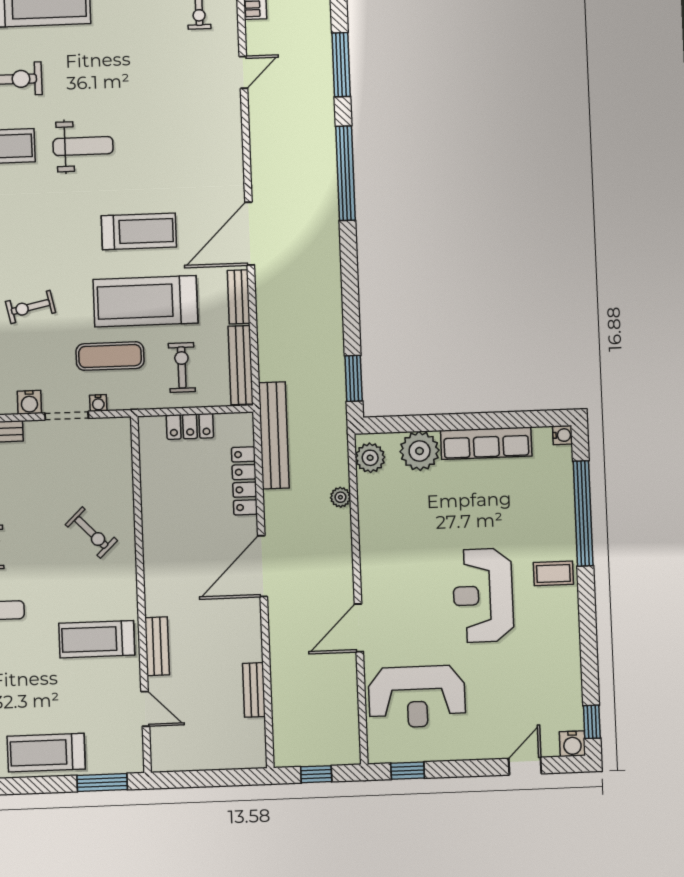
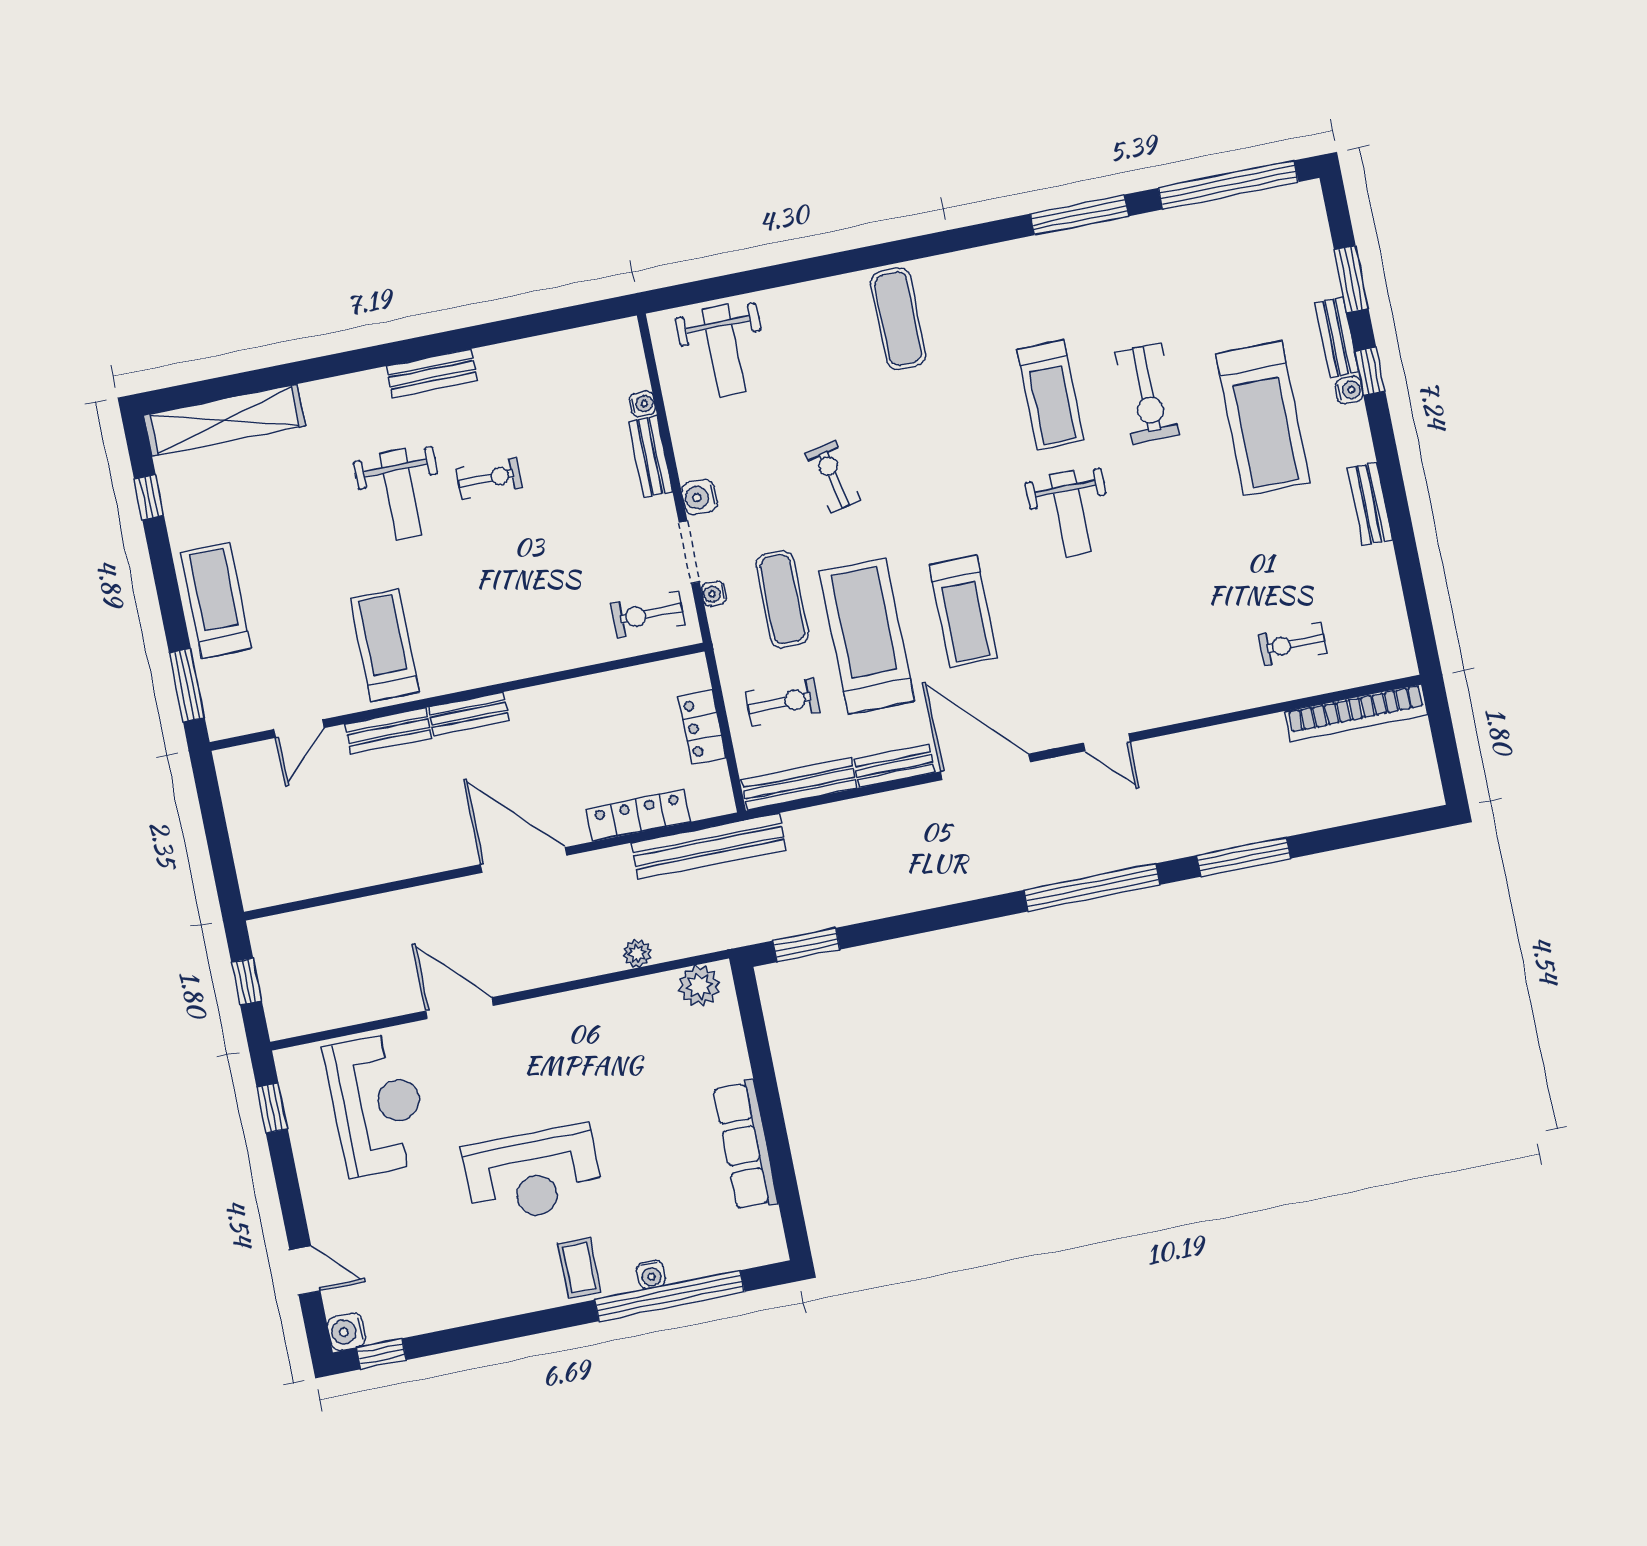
door: (243, 72) -> (1107, 742), moved
water cooler: (562, 435) -> (651, 1275), moved
plant: (420, 451) -> (720, 1053), removed
exercise bike: (91, 533) -> (648, 614), moved, turned 44
reception desk: (483, 595) -> (533, 1174), turned 180
bench: (254, 690) -> (469, 714), moved
reception desk: (417, 697) -> (377, 1105), turned 180

